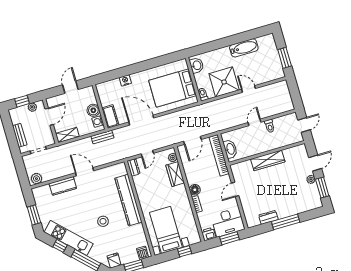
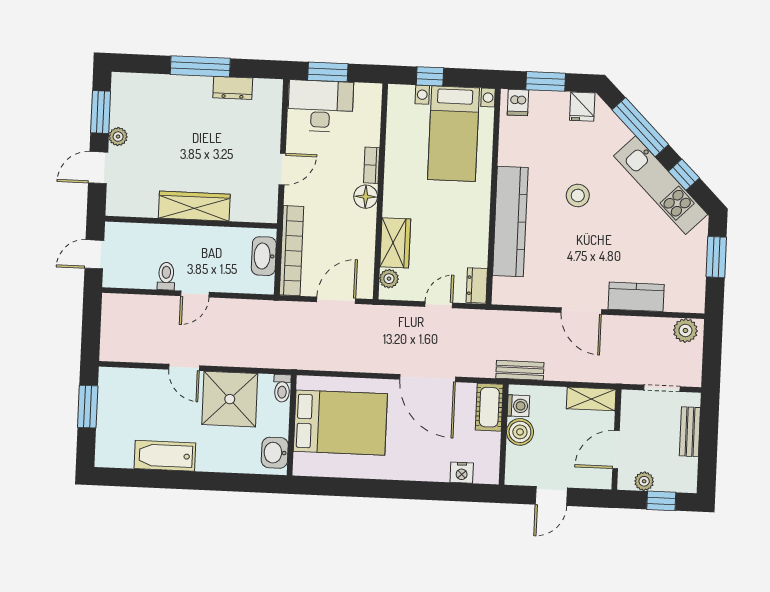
nightstand: (125, 80) -> (462, 473), moved
printer: (209, 234) -> (368, 95), removed

